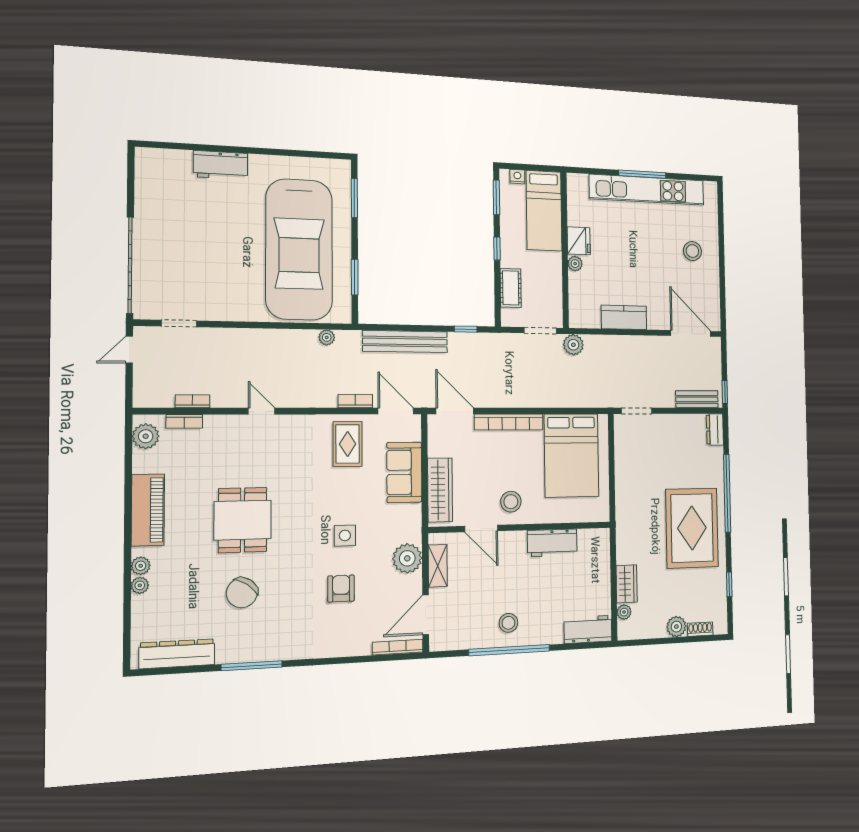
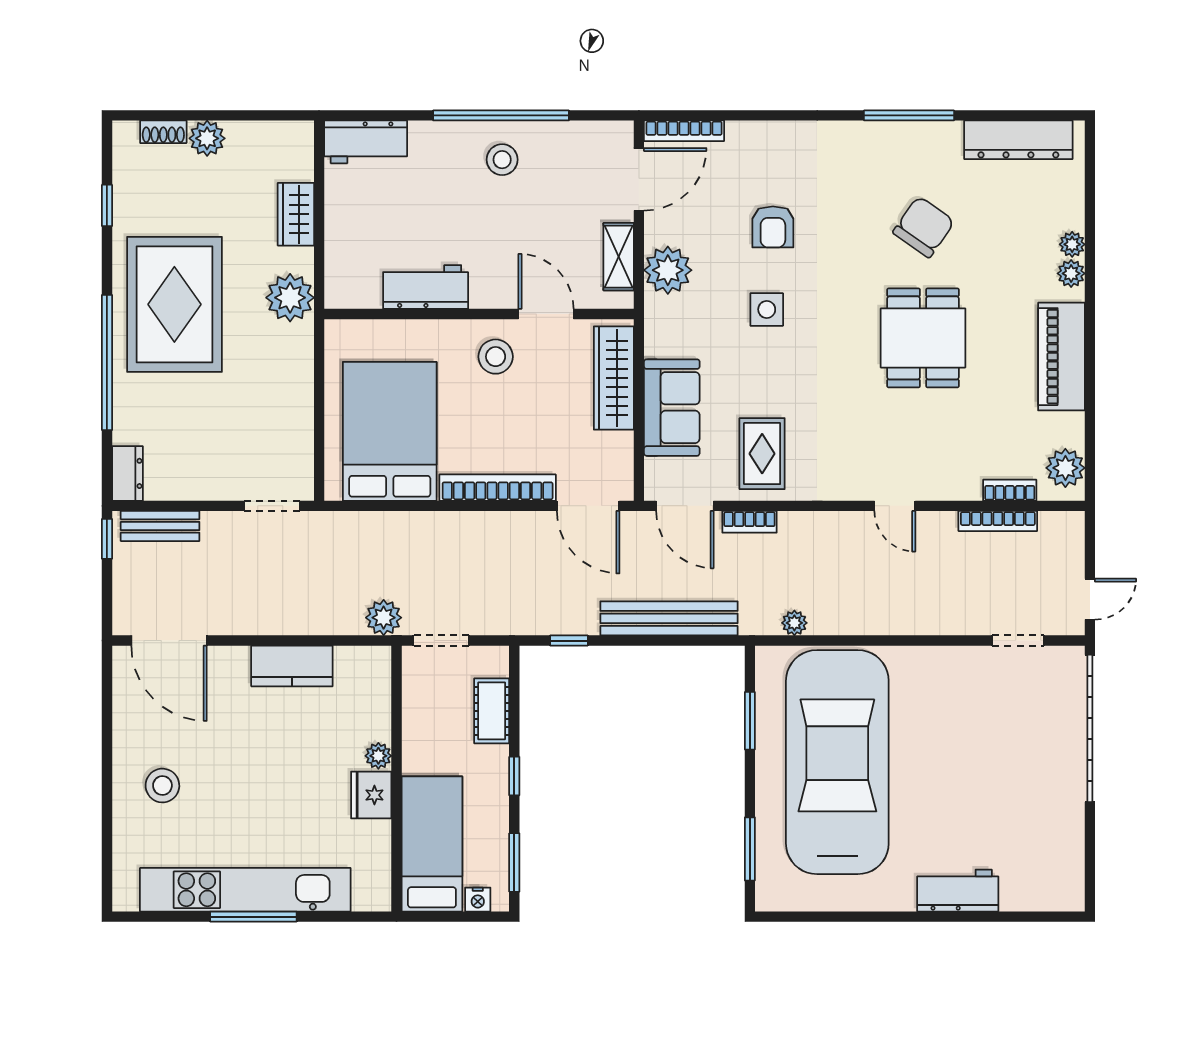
bookcase: (192, 401) -> (998, 521), width x1.56
plant: (624, 612) -> (290, 298), moved, width x1.88, depth x1.88

